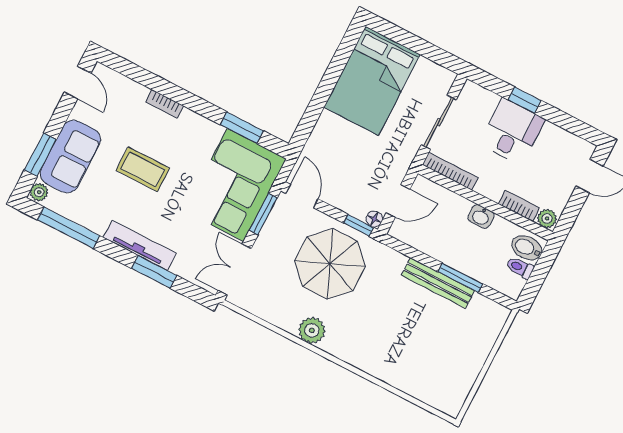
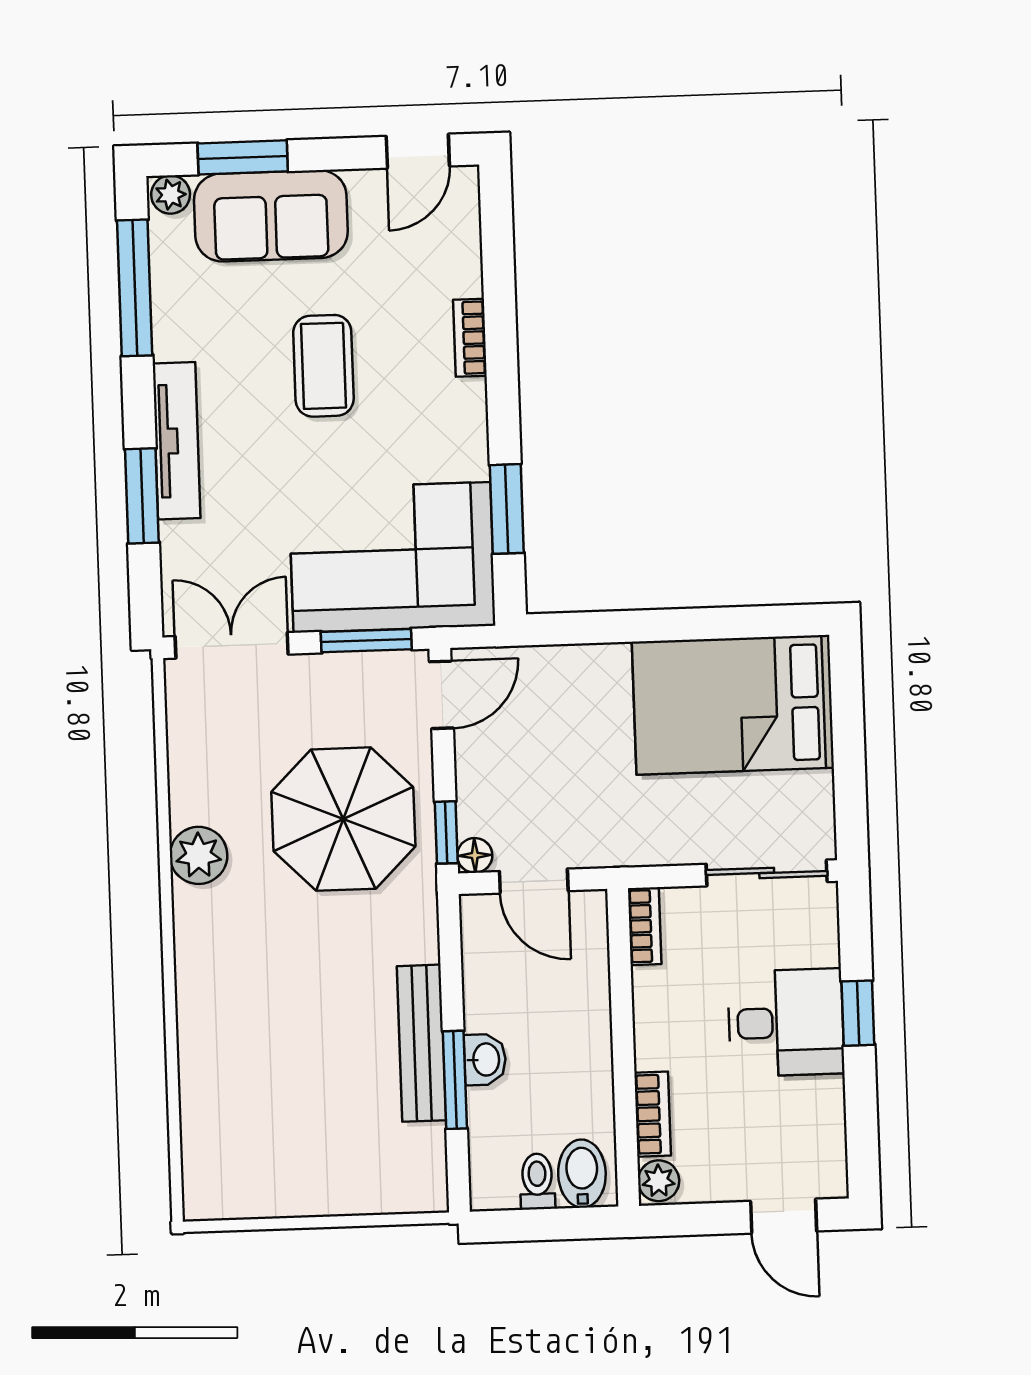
sliding door: (439, 122) -> (767, 873), moved
bookcase: (450, 171) -> (645, 926), width x0.64
washbasin: (481, 216) -> (485, 1060), moved, turned 180

